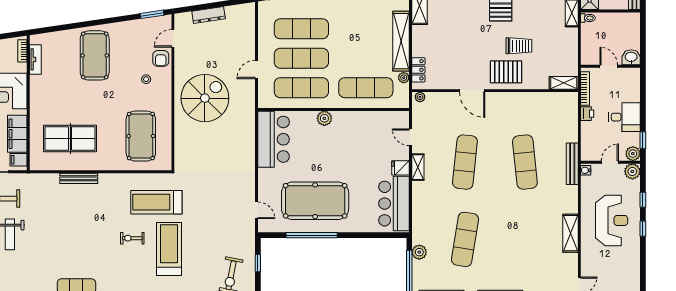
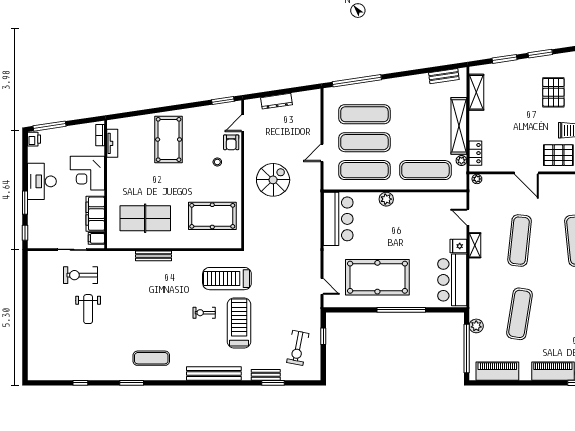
spiral stairs: (205, 98) -> (273, 180), width x0.73, depth x0.73
pool table: (141, 136) -> (212, 216), turned 90
window: (312, 235) -> (401, 310), moved

